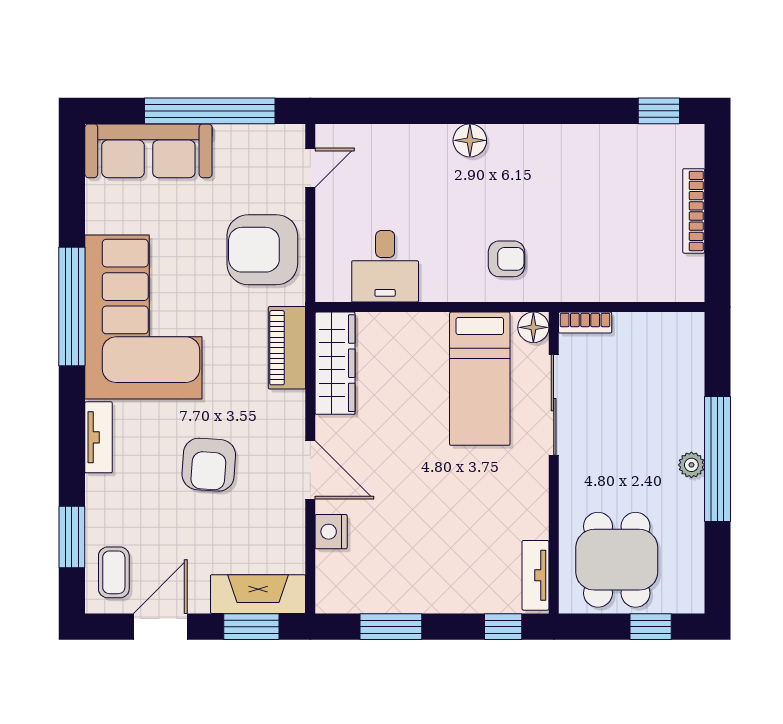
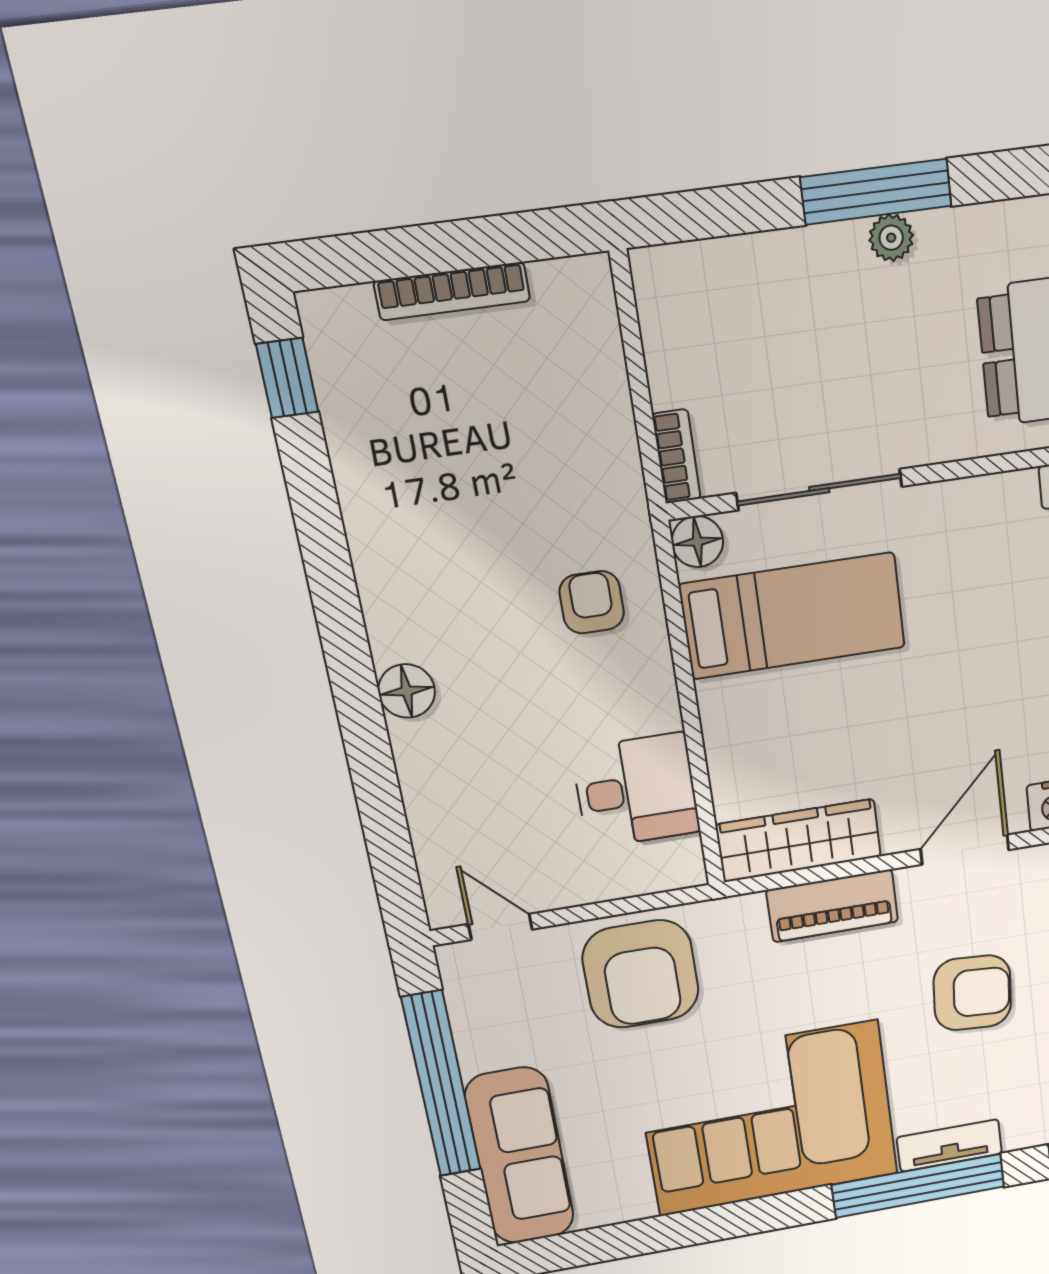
window: (72, 306) -> (918, 1186), moved
piano: (287, 348) -> (832, 906), moved
window: (717, 459) -> (876, 192), width x0.68

